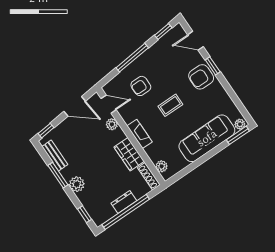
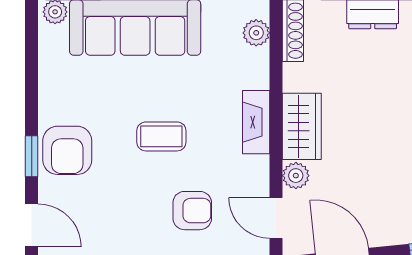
armchair: (201, 77) -> (67, 150), turned 90
wardrobe: (129, 154) -> (302, 126), moved

